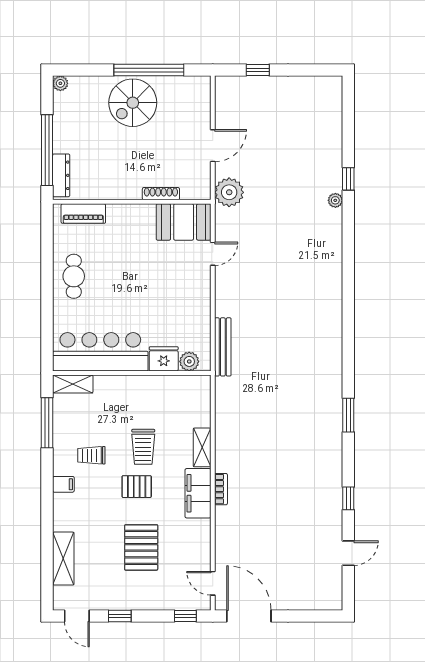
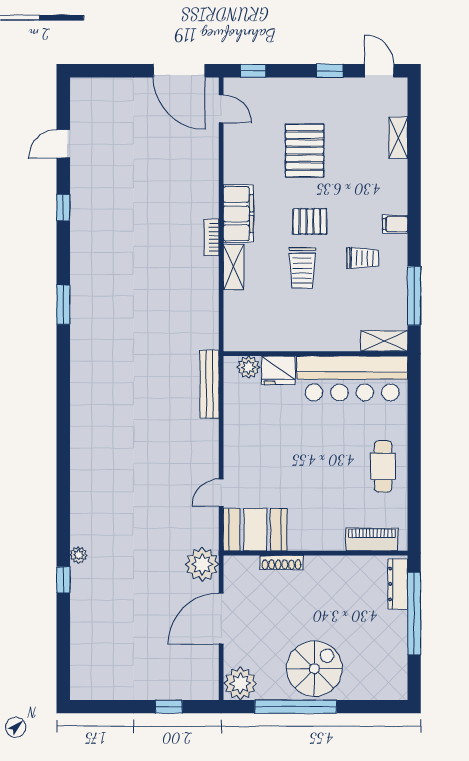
plant: (60, 83) -> (240, 683), moved, width x1.88, depth x1.88
door: (213, 146) -> (221, 619), width x1.36
trolley: (143, 447) -> (302, 268), turned 180
bookcase: (221, 489) -> (212, 237), moved
shelving: (63, 559) -> (398, 138), width x0.67, depth x0.75

